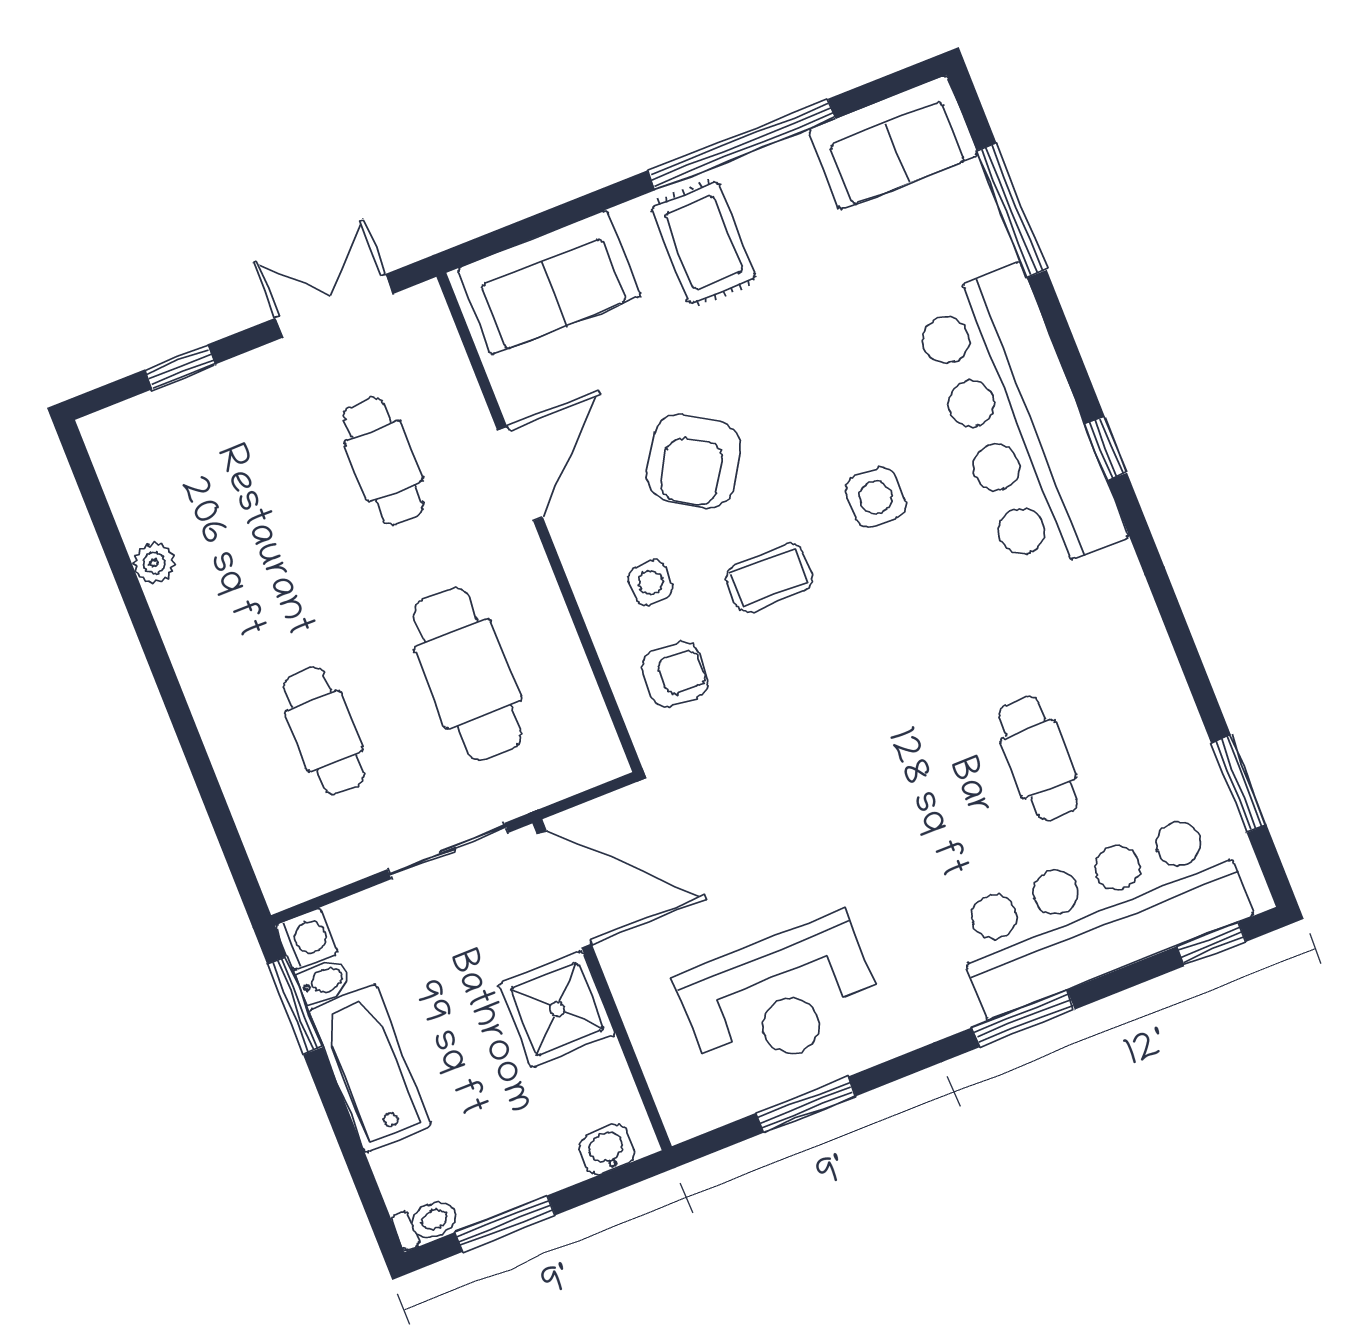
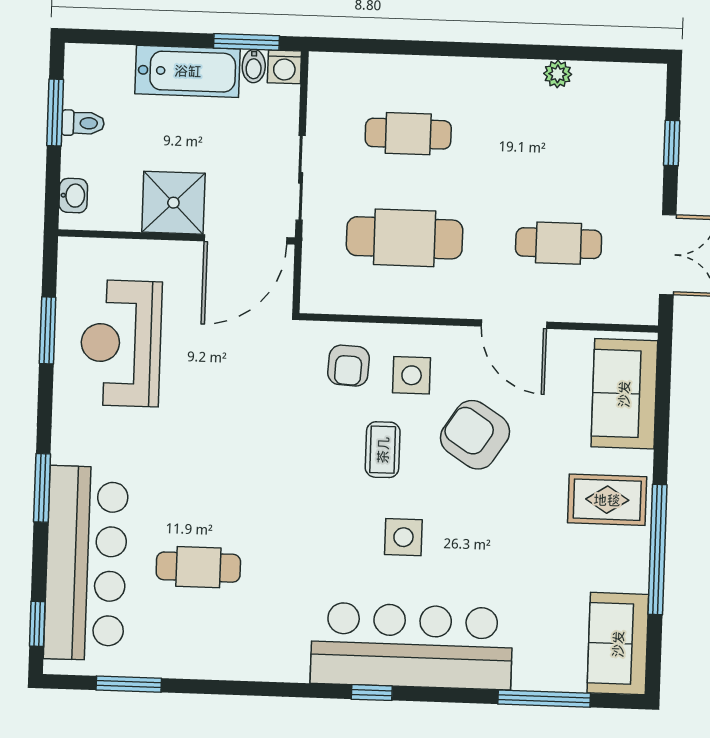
side table: (651, 583) -> (412, 375), width x1.37, depth x1.37
toilet: (426, 1223) -> (83, 123), moved, turned -90

